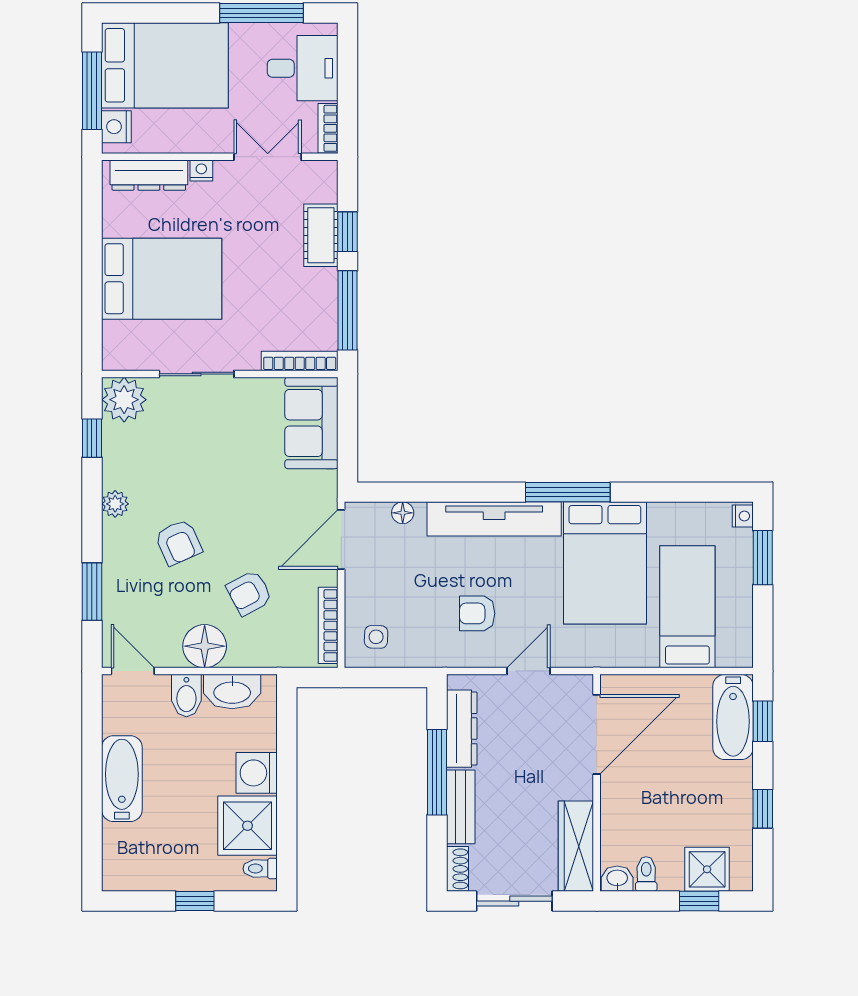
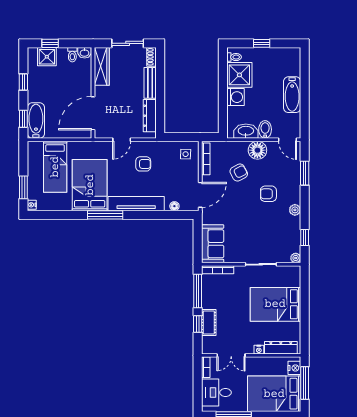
plant: (124, 400) -> (296, 258), width x0.53, depth x0.53
armchair: (178, 542) -> (268, 194), turned -66
window: (437, 772) -> (160, 97), removed

